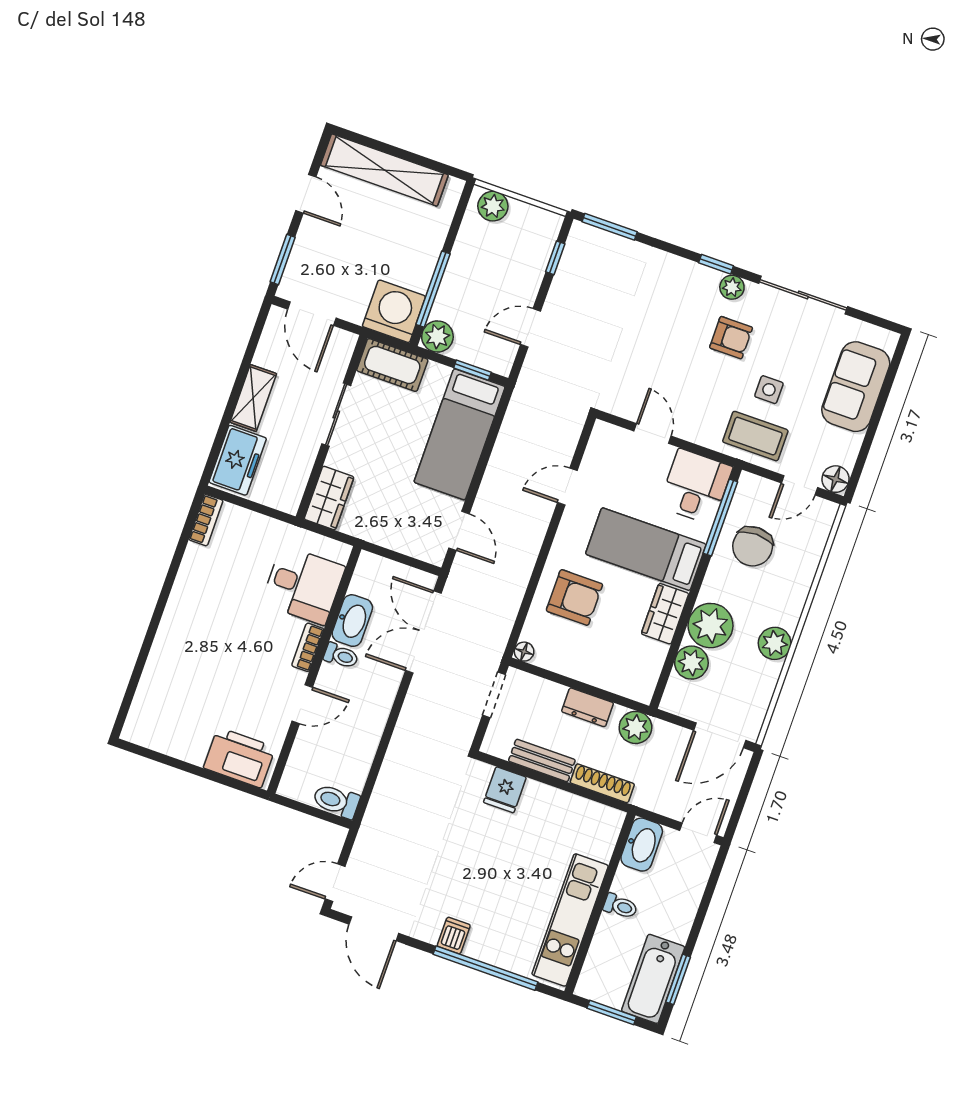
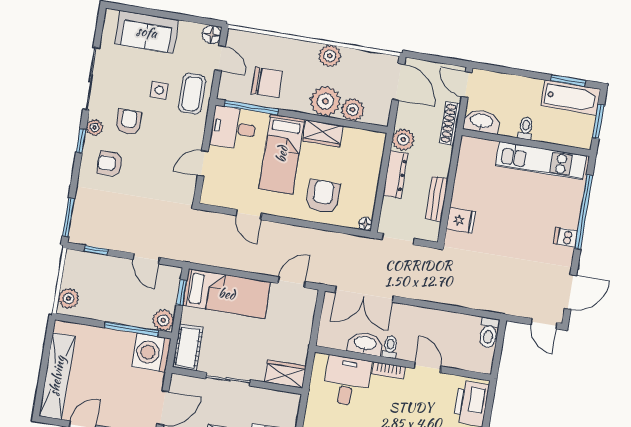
armchair: (676, 300) -> (110, 164), added
dresser: (588, 707) -> (395, 174), width x1.44
shoe rack: (602, 783) -> (450, 124), moved

